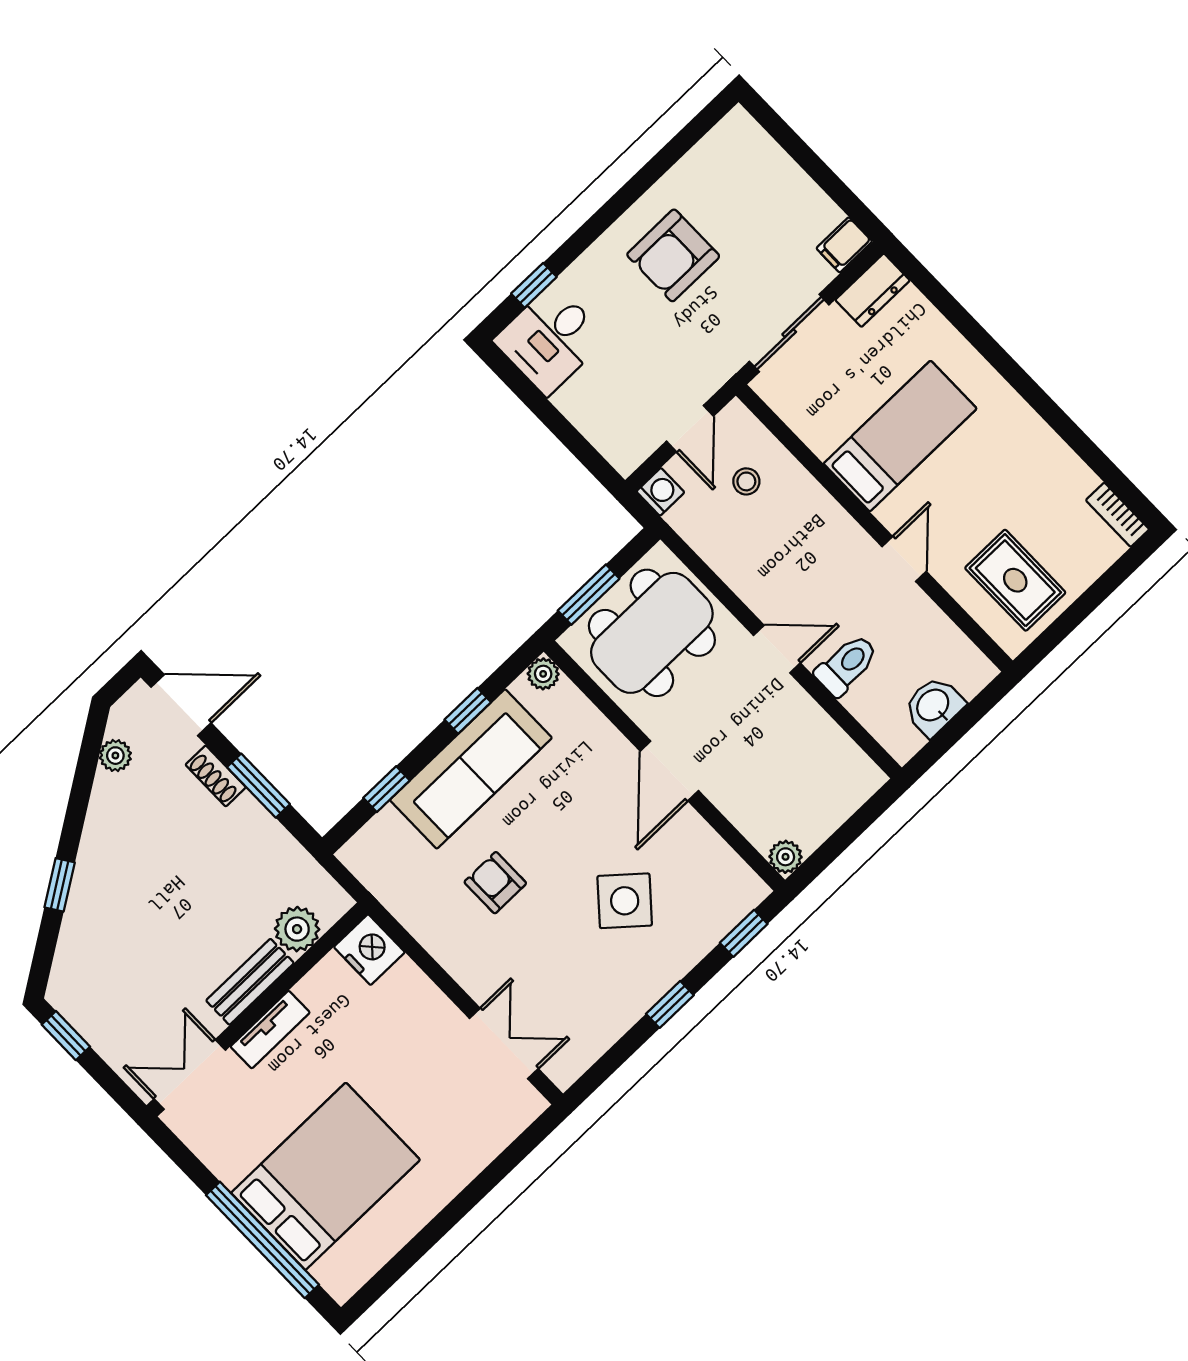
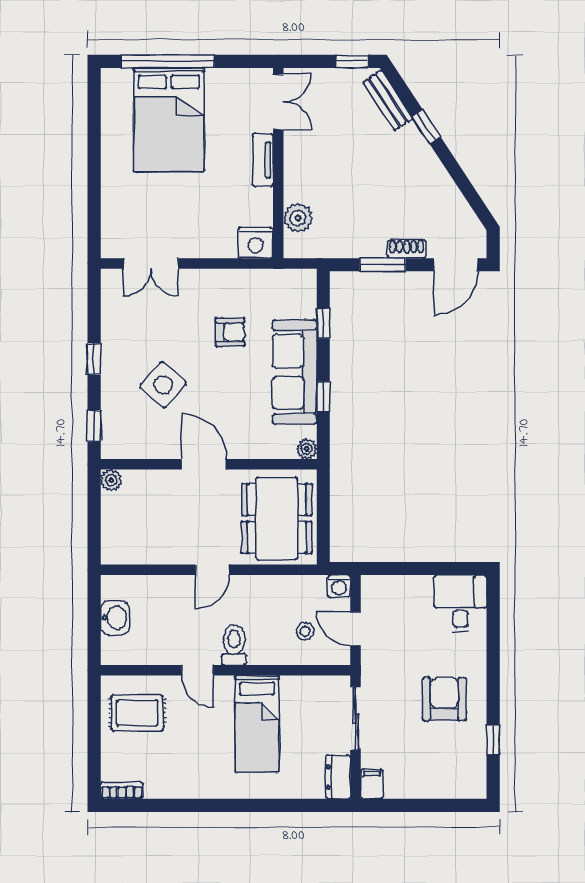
window: (534, 285) -> (493, 740), moved
window: (589, 595) -> (323, 506), removed
toilet: (847, 665) -> (234, 645), moved, turned 180
plant: (115, 756) -> (462, 211), removed
bench: (250, 982) -> (388, 100), moved, turned -33

